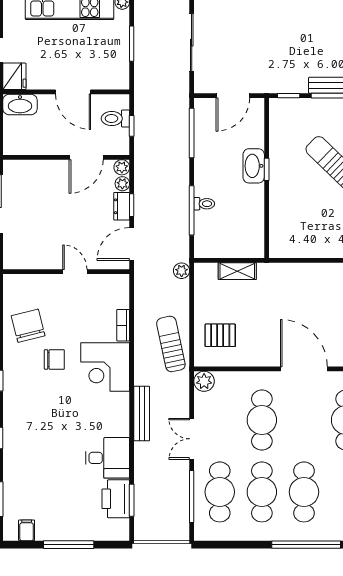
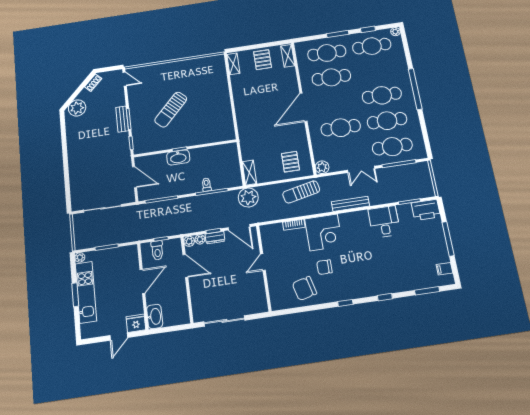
plant: (182, 271) -> (248, 197), width x1.88, depth x1.88
shelving: (237, 271) -> (249, 173), moved
chair: (54, 359) -> (324, 267), turned -90
printer: (116, 499) -> (426, 210), moved

